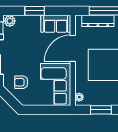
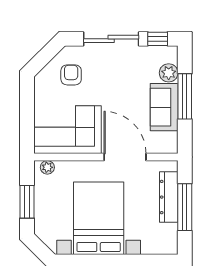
window: (35, 11) -> (185, 96), width x1.44
plant: (10, 21) -> (169, 73), moved
sofa: (56, 24) -> (164, 107), moved

